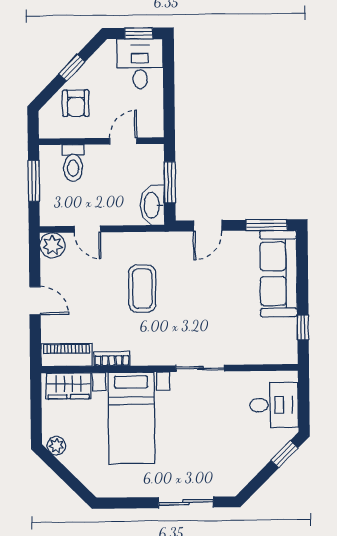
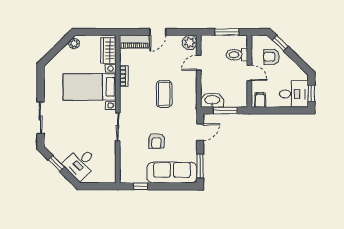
window: (72, 68) -> (280, 43), moved
filing cabinet: (151, 122) -> (260, 100), added
door: (123, 141) -> (249, 73), moved
door: (208, 226) -> (200, 132), swing flipped
coffee table: (142, 289) -> (164, 94), turned 90
armchair: (224, 301) -> (156, 141), added
piano: (67, 355) -> (134, 42), moved, turned 90
desk: (274, 405) -> (80, 163), moved, turned 45
window: (284, 454) -> (56, 164), moved

